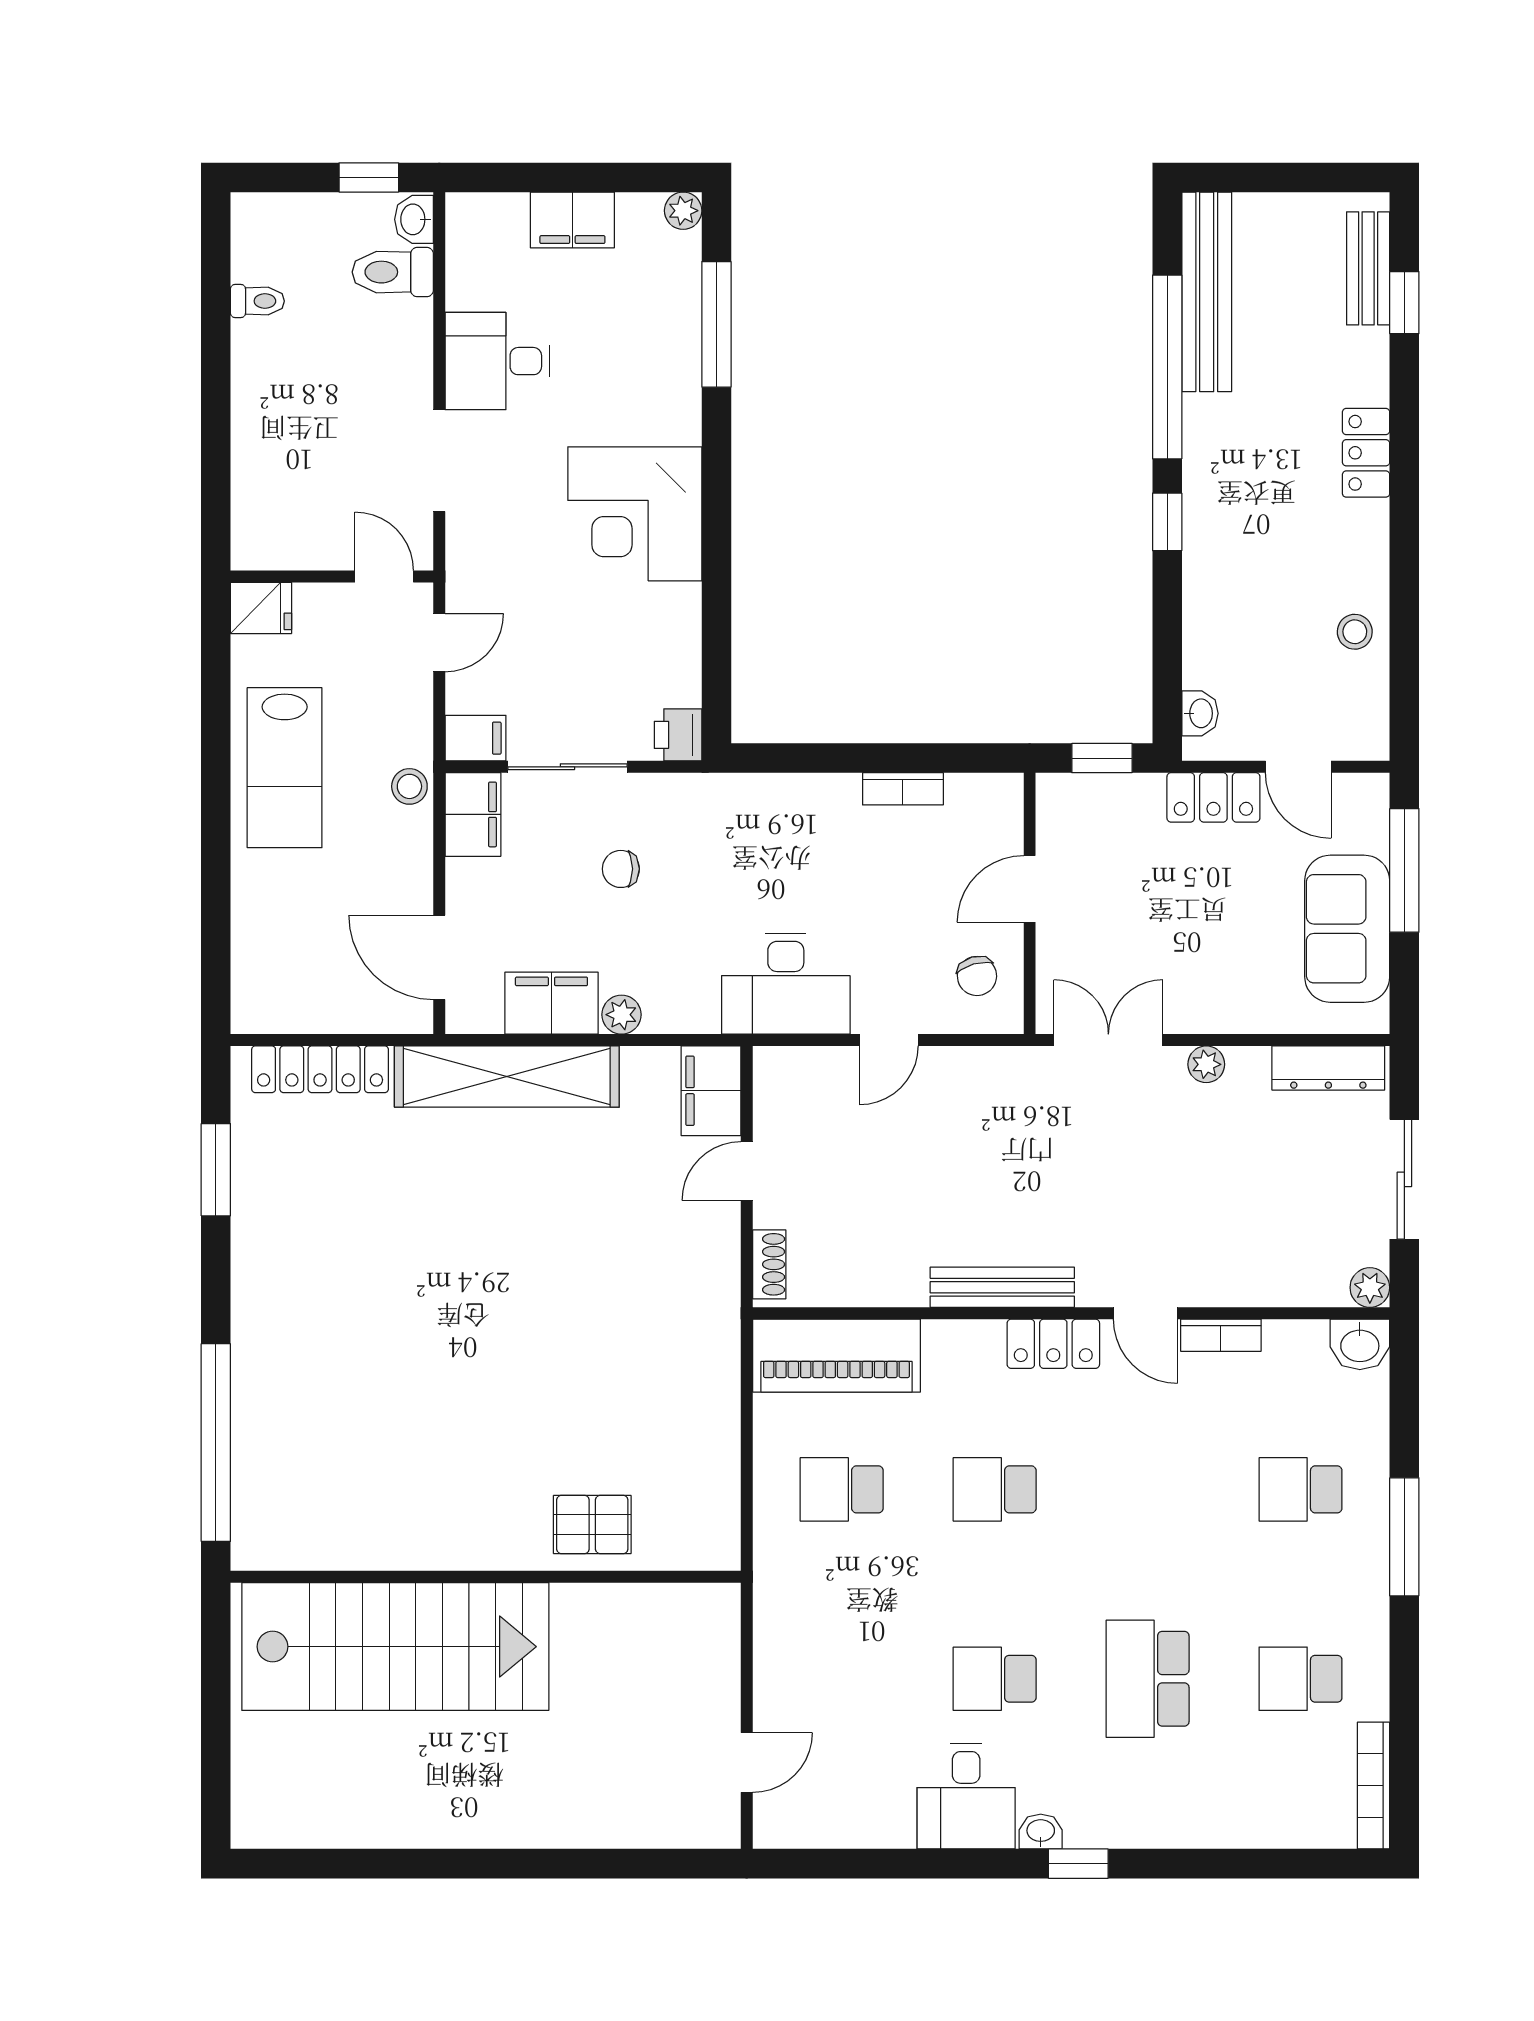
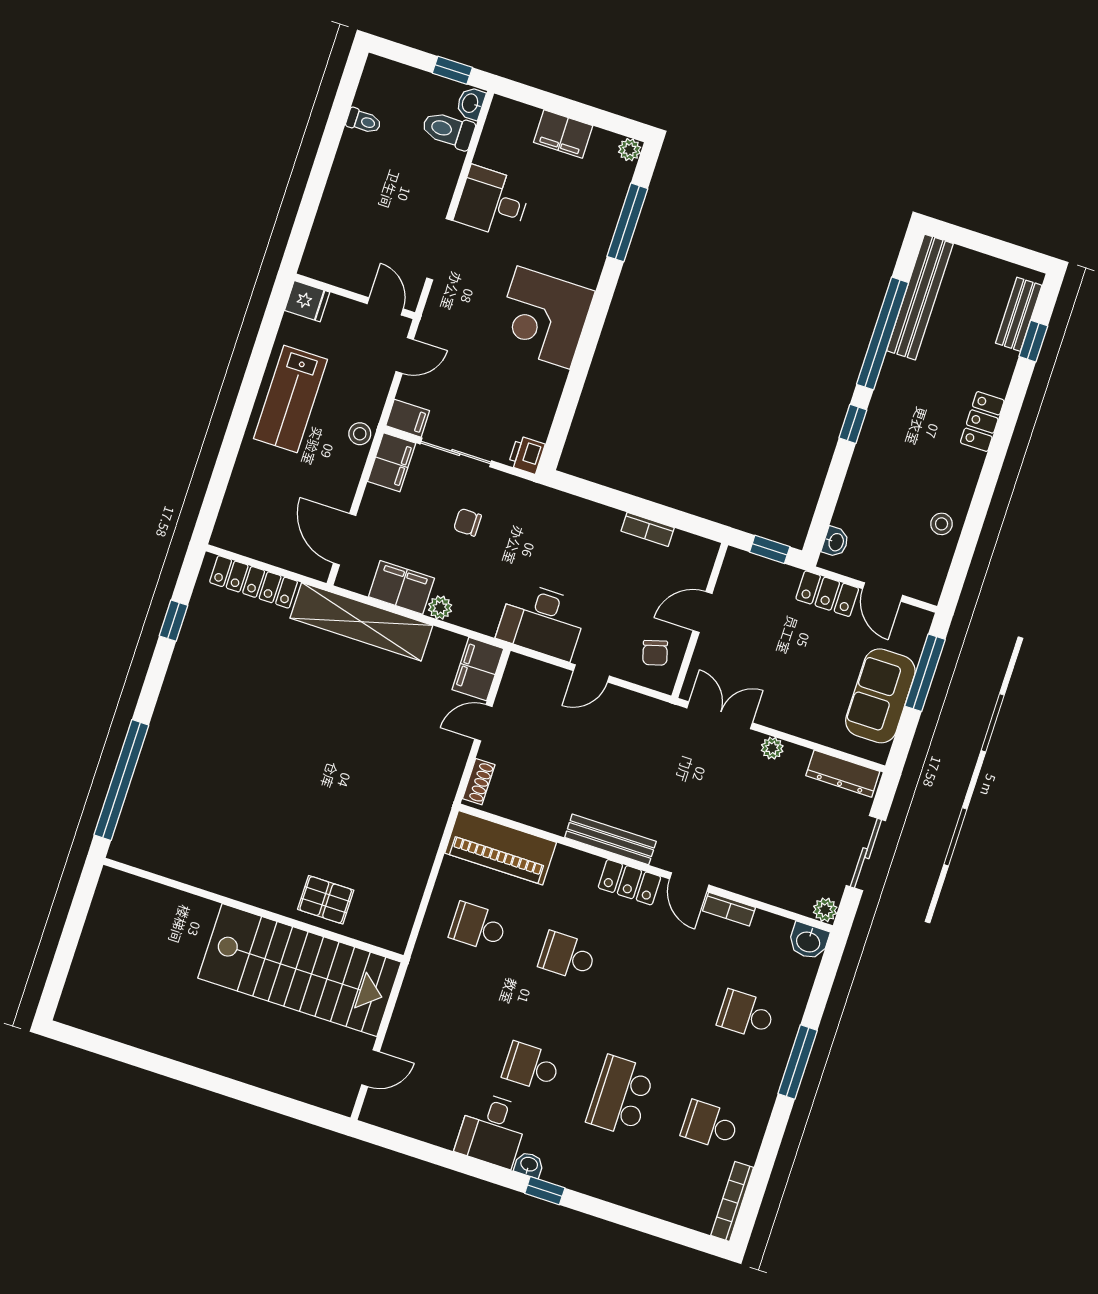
window: (216, 1170) -> (174, 621), width x0.67
stairs: (395, 1647) -> (300, 970), moved

